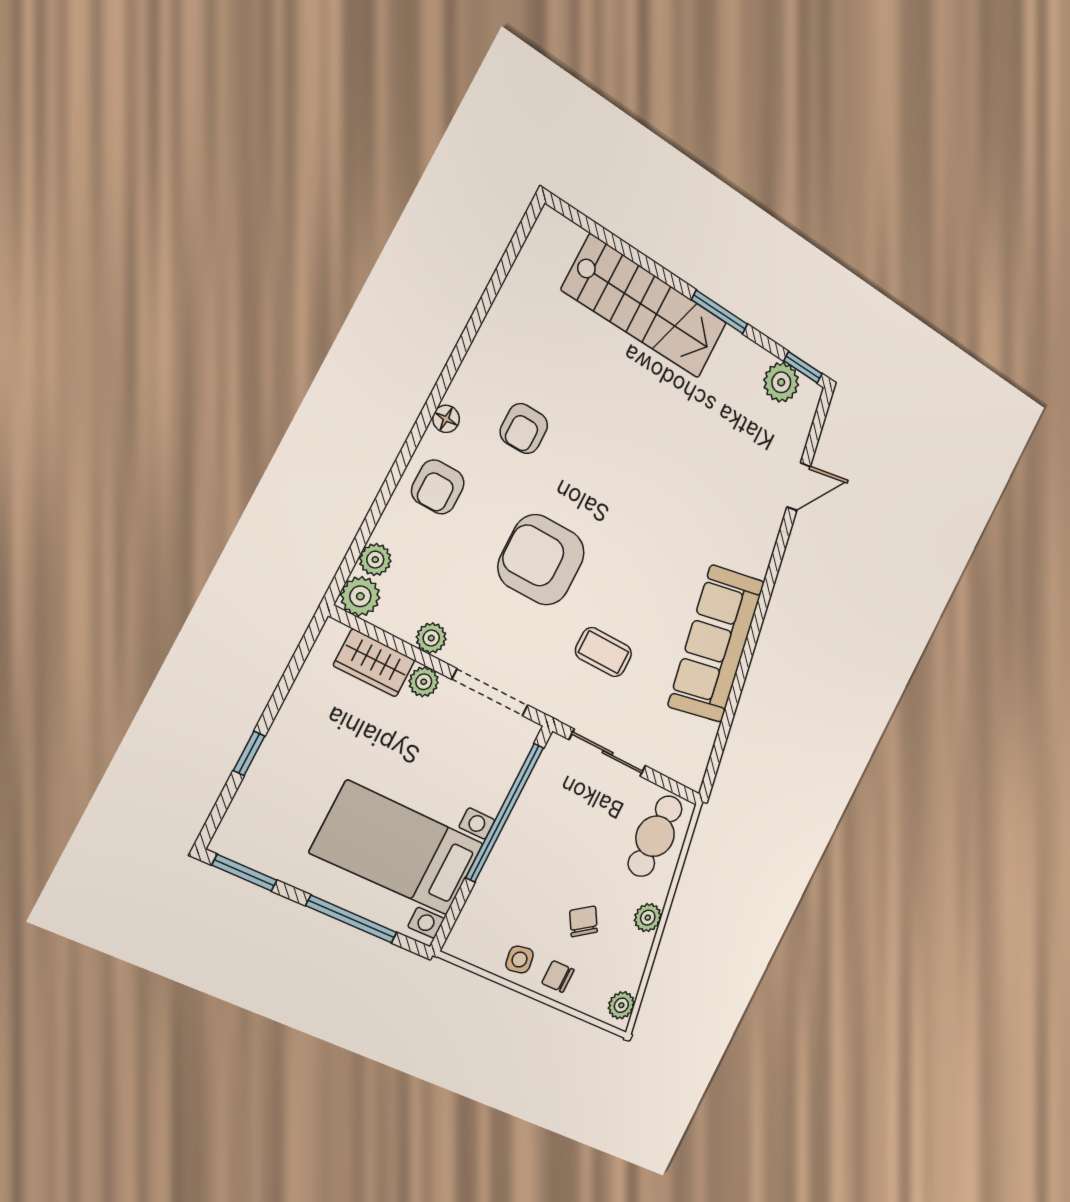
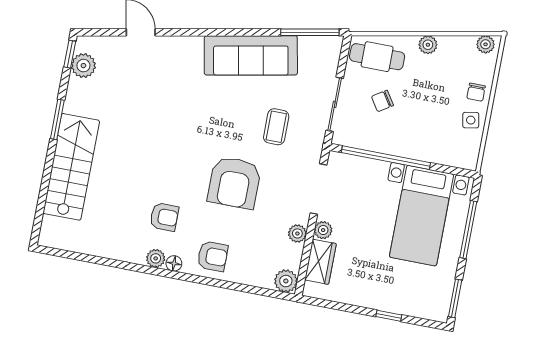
plant: (375, 560) -> (156, 258), moved
window: (720, 743) -> (310, 32), added
chair: (583, 921) -> (382, 101), moved

